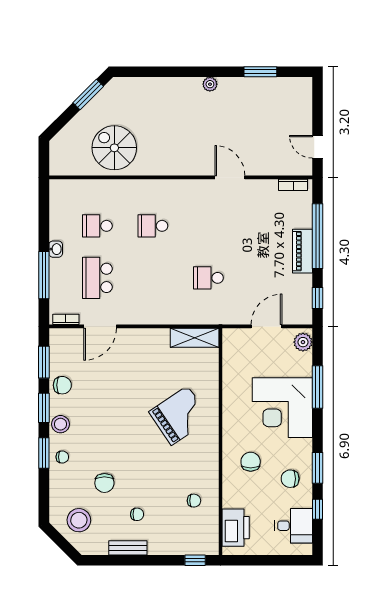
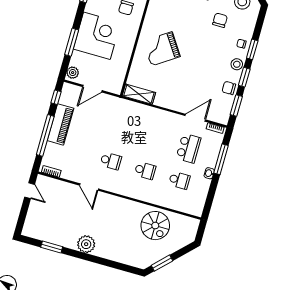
plant: (210, 84) -> (86, 244), width x1.87, depth x1.87
piano: (302, 251) -> (60, 124), width x1.37, depth x1.33
school desk: (208, 278) -> (111, 161), moved

